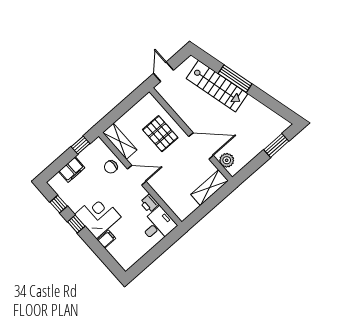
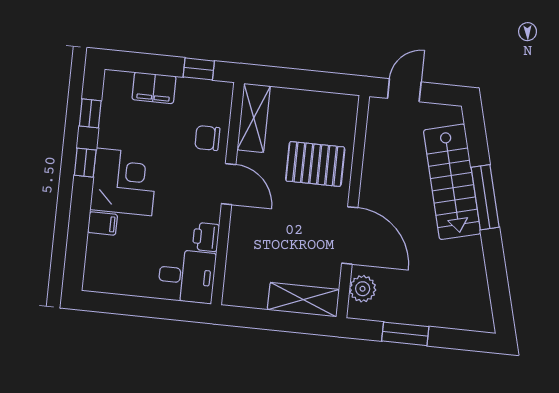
pallet: (160, 134) -> (315, 164), turned 90
window: (276, 145) -> (405, 334), moved

